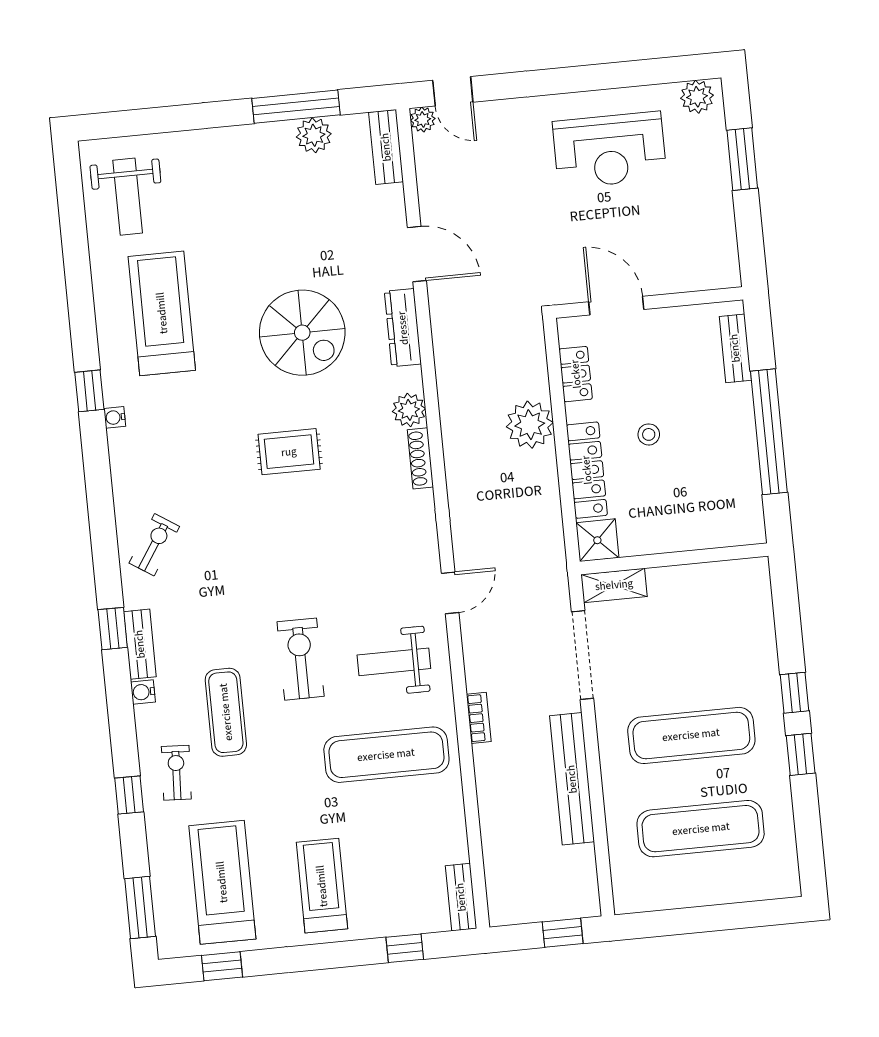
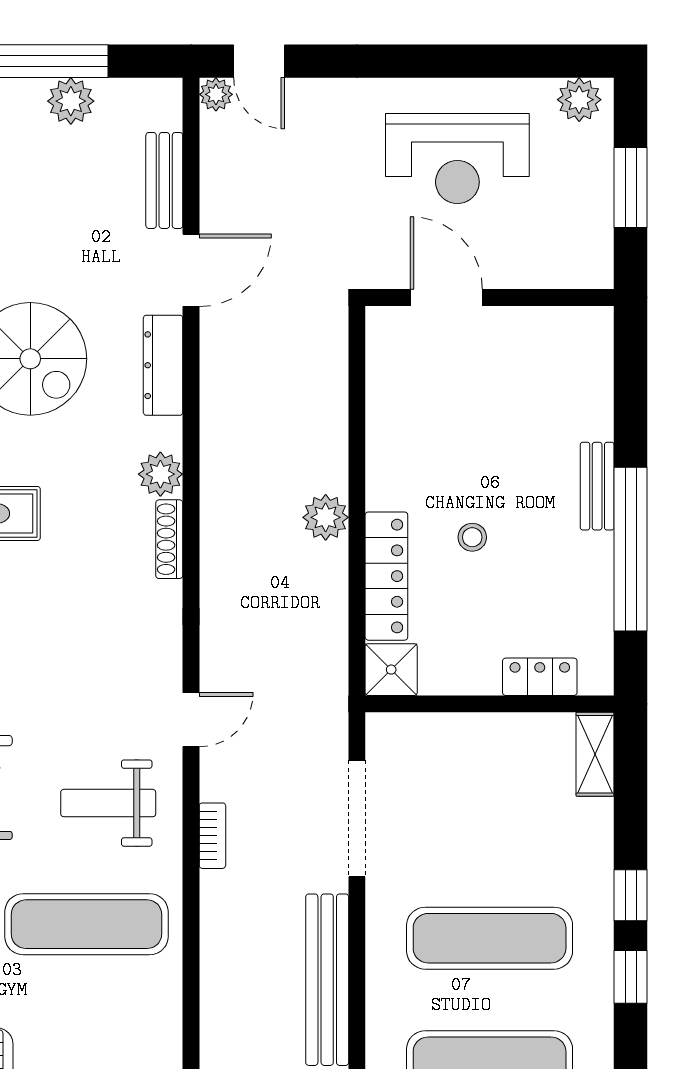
bench: (386, 147) -> (164, 180), moved
door: (417, 254) -> (191, 270), hinge flipped
wall: (649, 302) -> (490, 297), moved
door: (616, 306) -> (446, 297), moved
bench: (735, 348) -> (597, 486), moved
locker: (576, 374) -> (540, 677), moved, turned -90
plant: (530, 425) -> (326, 517), width x0.73, depth x0.73
shelving: (614, 585) -> (595, 754), moved, turned 90
bookcase: (479, 718) -> (212, 836), moved

